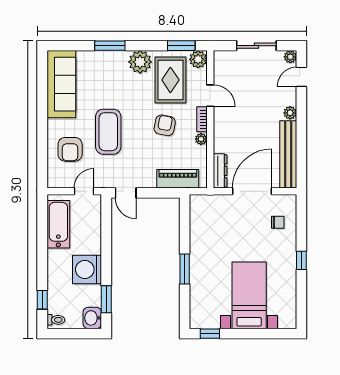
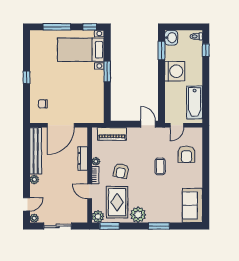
sofa: (61, 84) -> (192, 205), width x0.73
coffee table: (108, 132) -> (160, 166), width x0.54, depth x0.58
armchair: (70, 149) -> (186, 154), turned 180
dresser: (220, 171) -> (83, 159), moved
bed with nightstands: (249, 295) -> (81, 50), moved, turned 90
window: (258, 334) -> (57, 27), added

